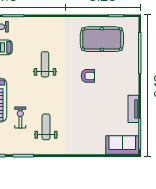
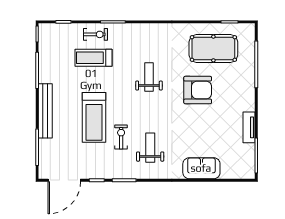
armchair: (88, 76) -> (198, 90), width x1.88, depth x1.88
sofa: (122, 145) -> (201, 168), moved

